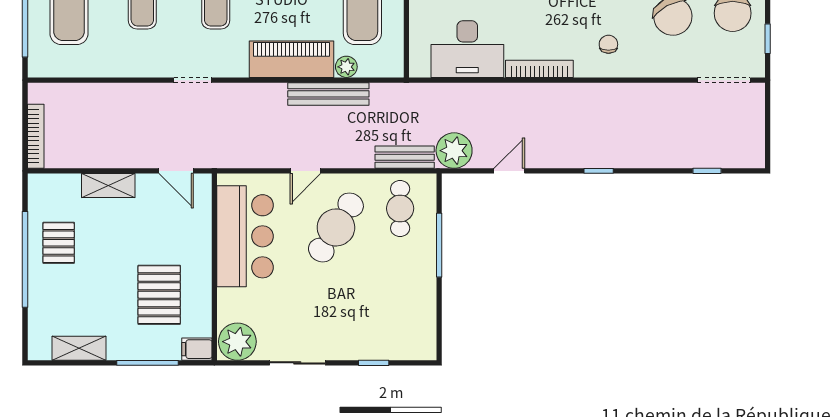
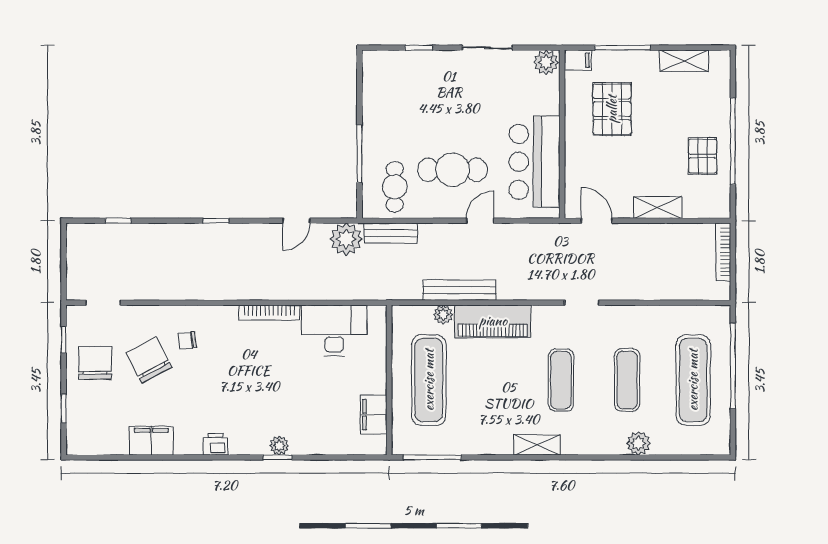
chair: (608, 44) -> (187, 341), moved, turned 83
doorway: (724, 80) -> (103, 303), width x0.73
cafe table: (336, 227) -> (453, 170), turned 57
plant: (237, 342) -> (546, 62), width x0.73, depth x0.73

